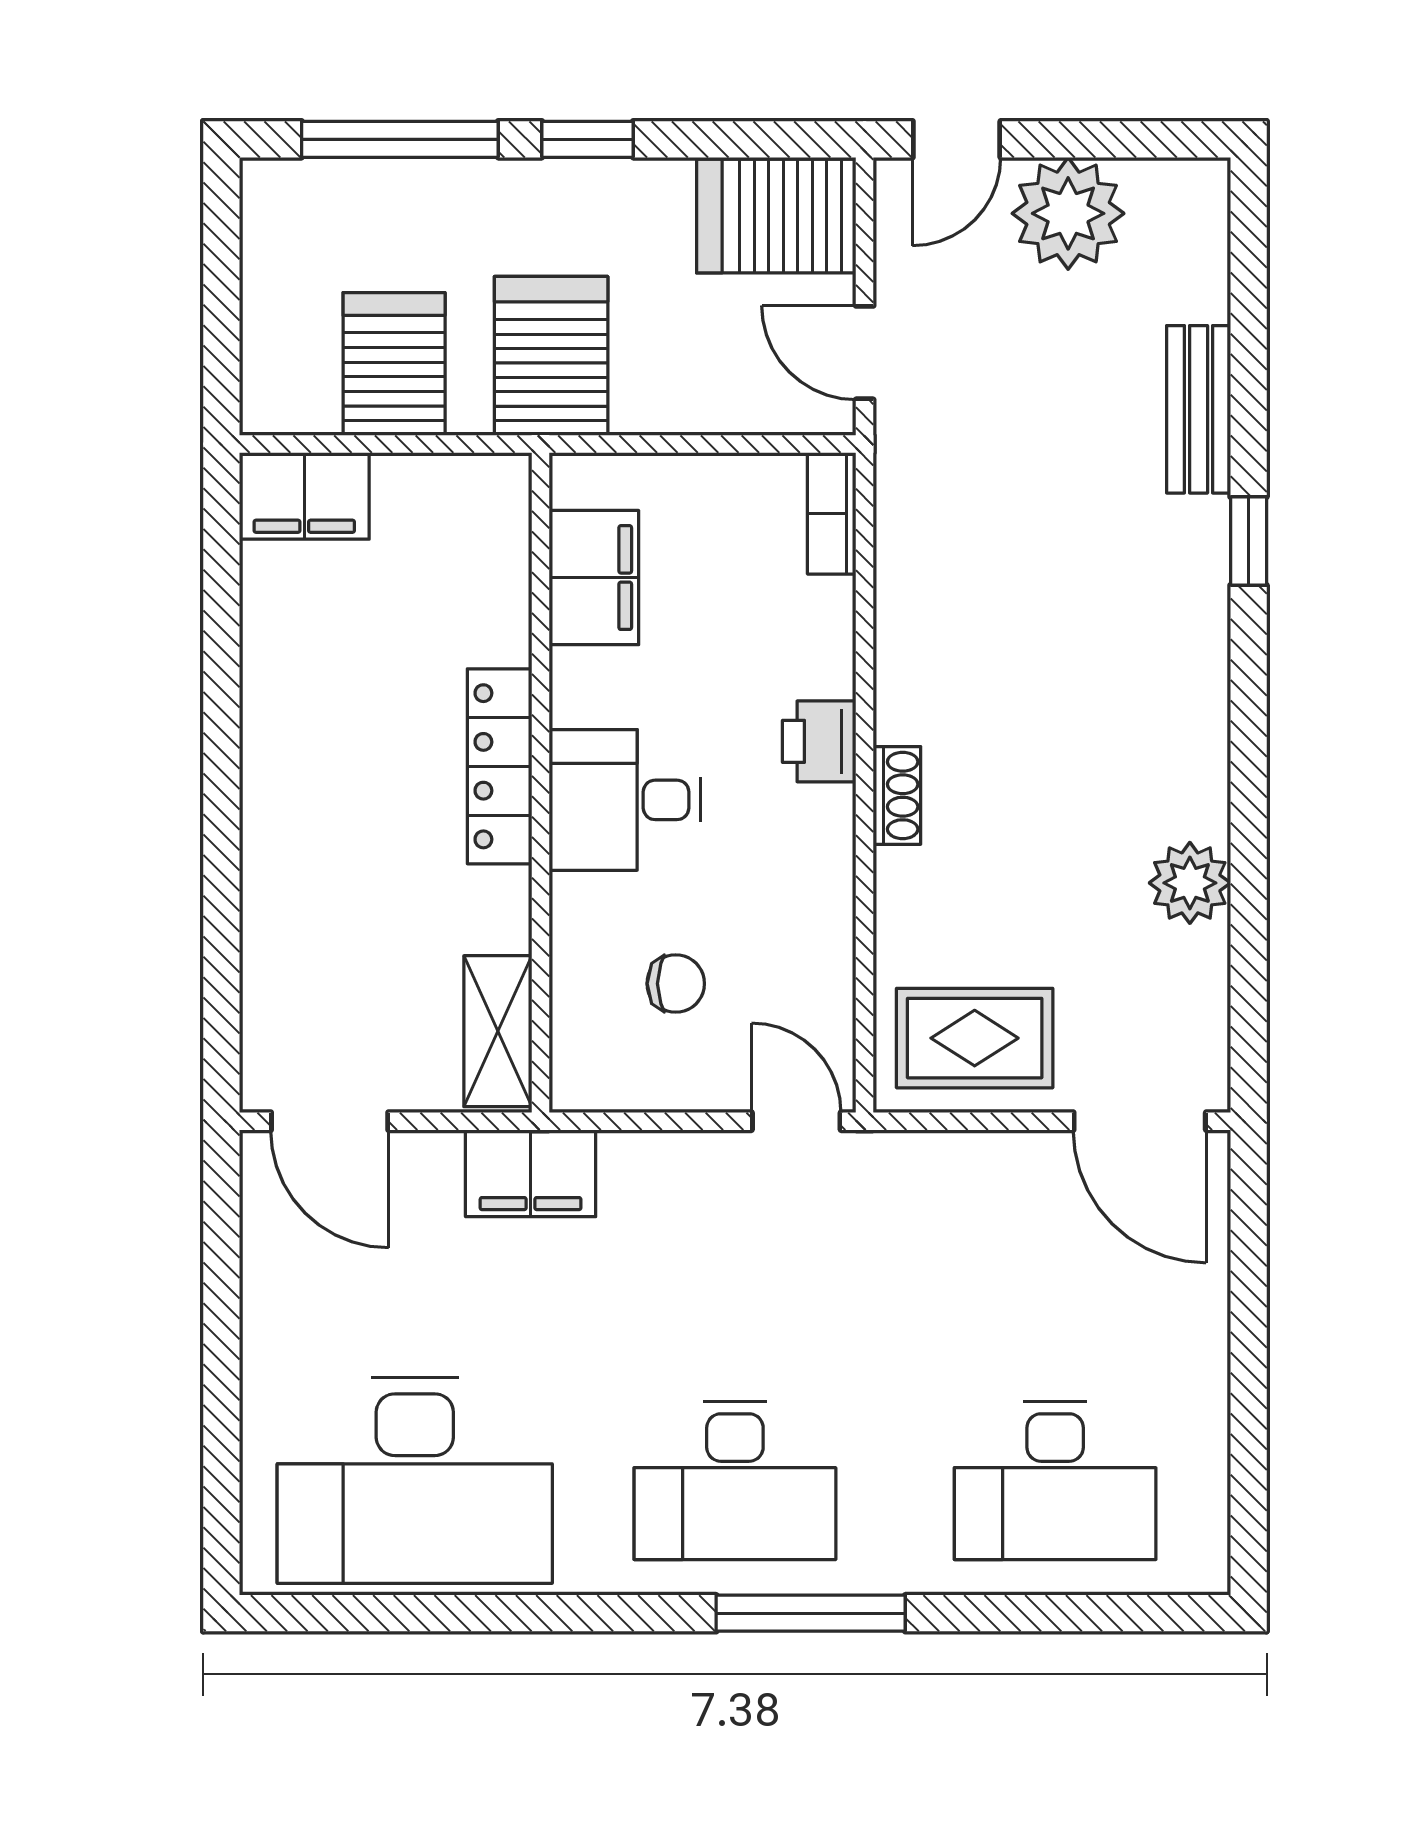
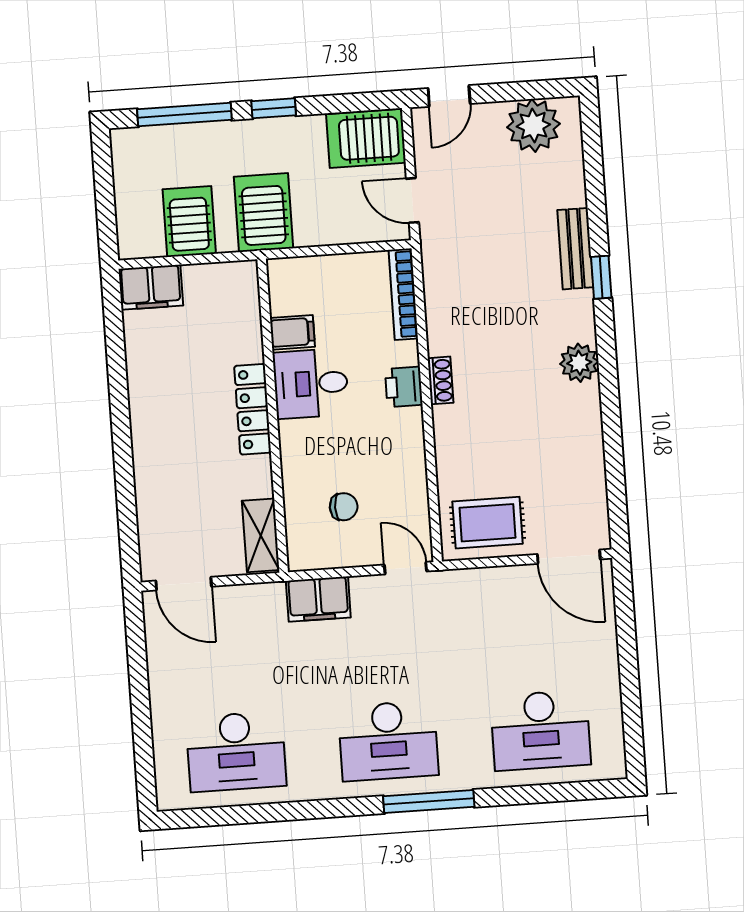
plant: (1068, 213) -> (533, 125), moved
bench: (1199, 409) -> (575, 249), moved
bookcase: (832, 513) -> (403, 294), width x1.56
filing cabinet: (594, 578) -> (292, 332), width x0.50
shoe rack: (897, 795) -> (441, 380), moved
desk: (625, 800) -> (311, 384), moved
plant: (1190, 883) -> (579, 363), moved
filing cabinet: (531, 1173) -> (318, 599), moved
desk: (415, 1480) -> (236, 752), width x0.73, depth x0.77

